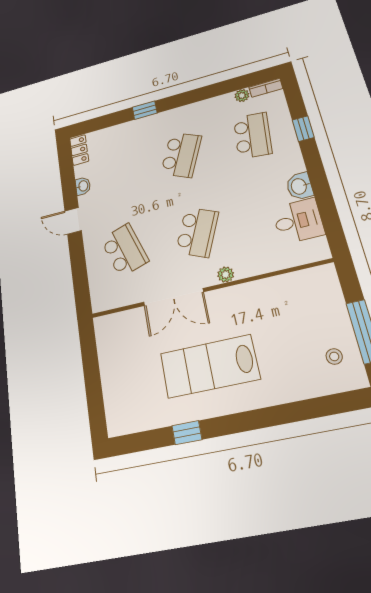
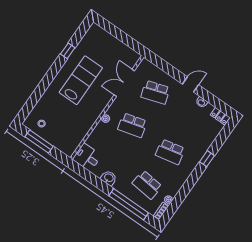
window: (303, 129) -> (129, 204), width x3.17
school desk: (181, 155) -> (170, 152), turned -36
desk: (298, 221) -> (87, 157), moved, turned 90
school desk: (197, 232) -> (132, 125), turned -39
double door: (173, 297) -> (124, 83), moved

